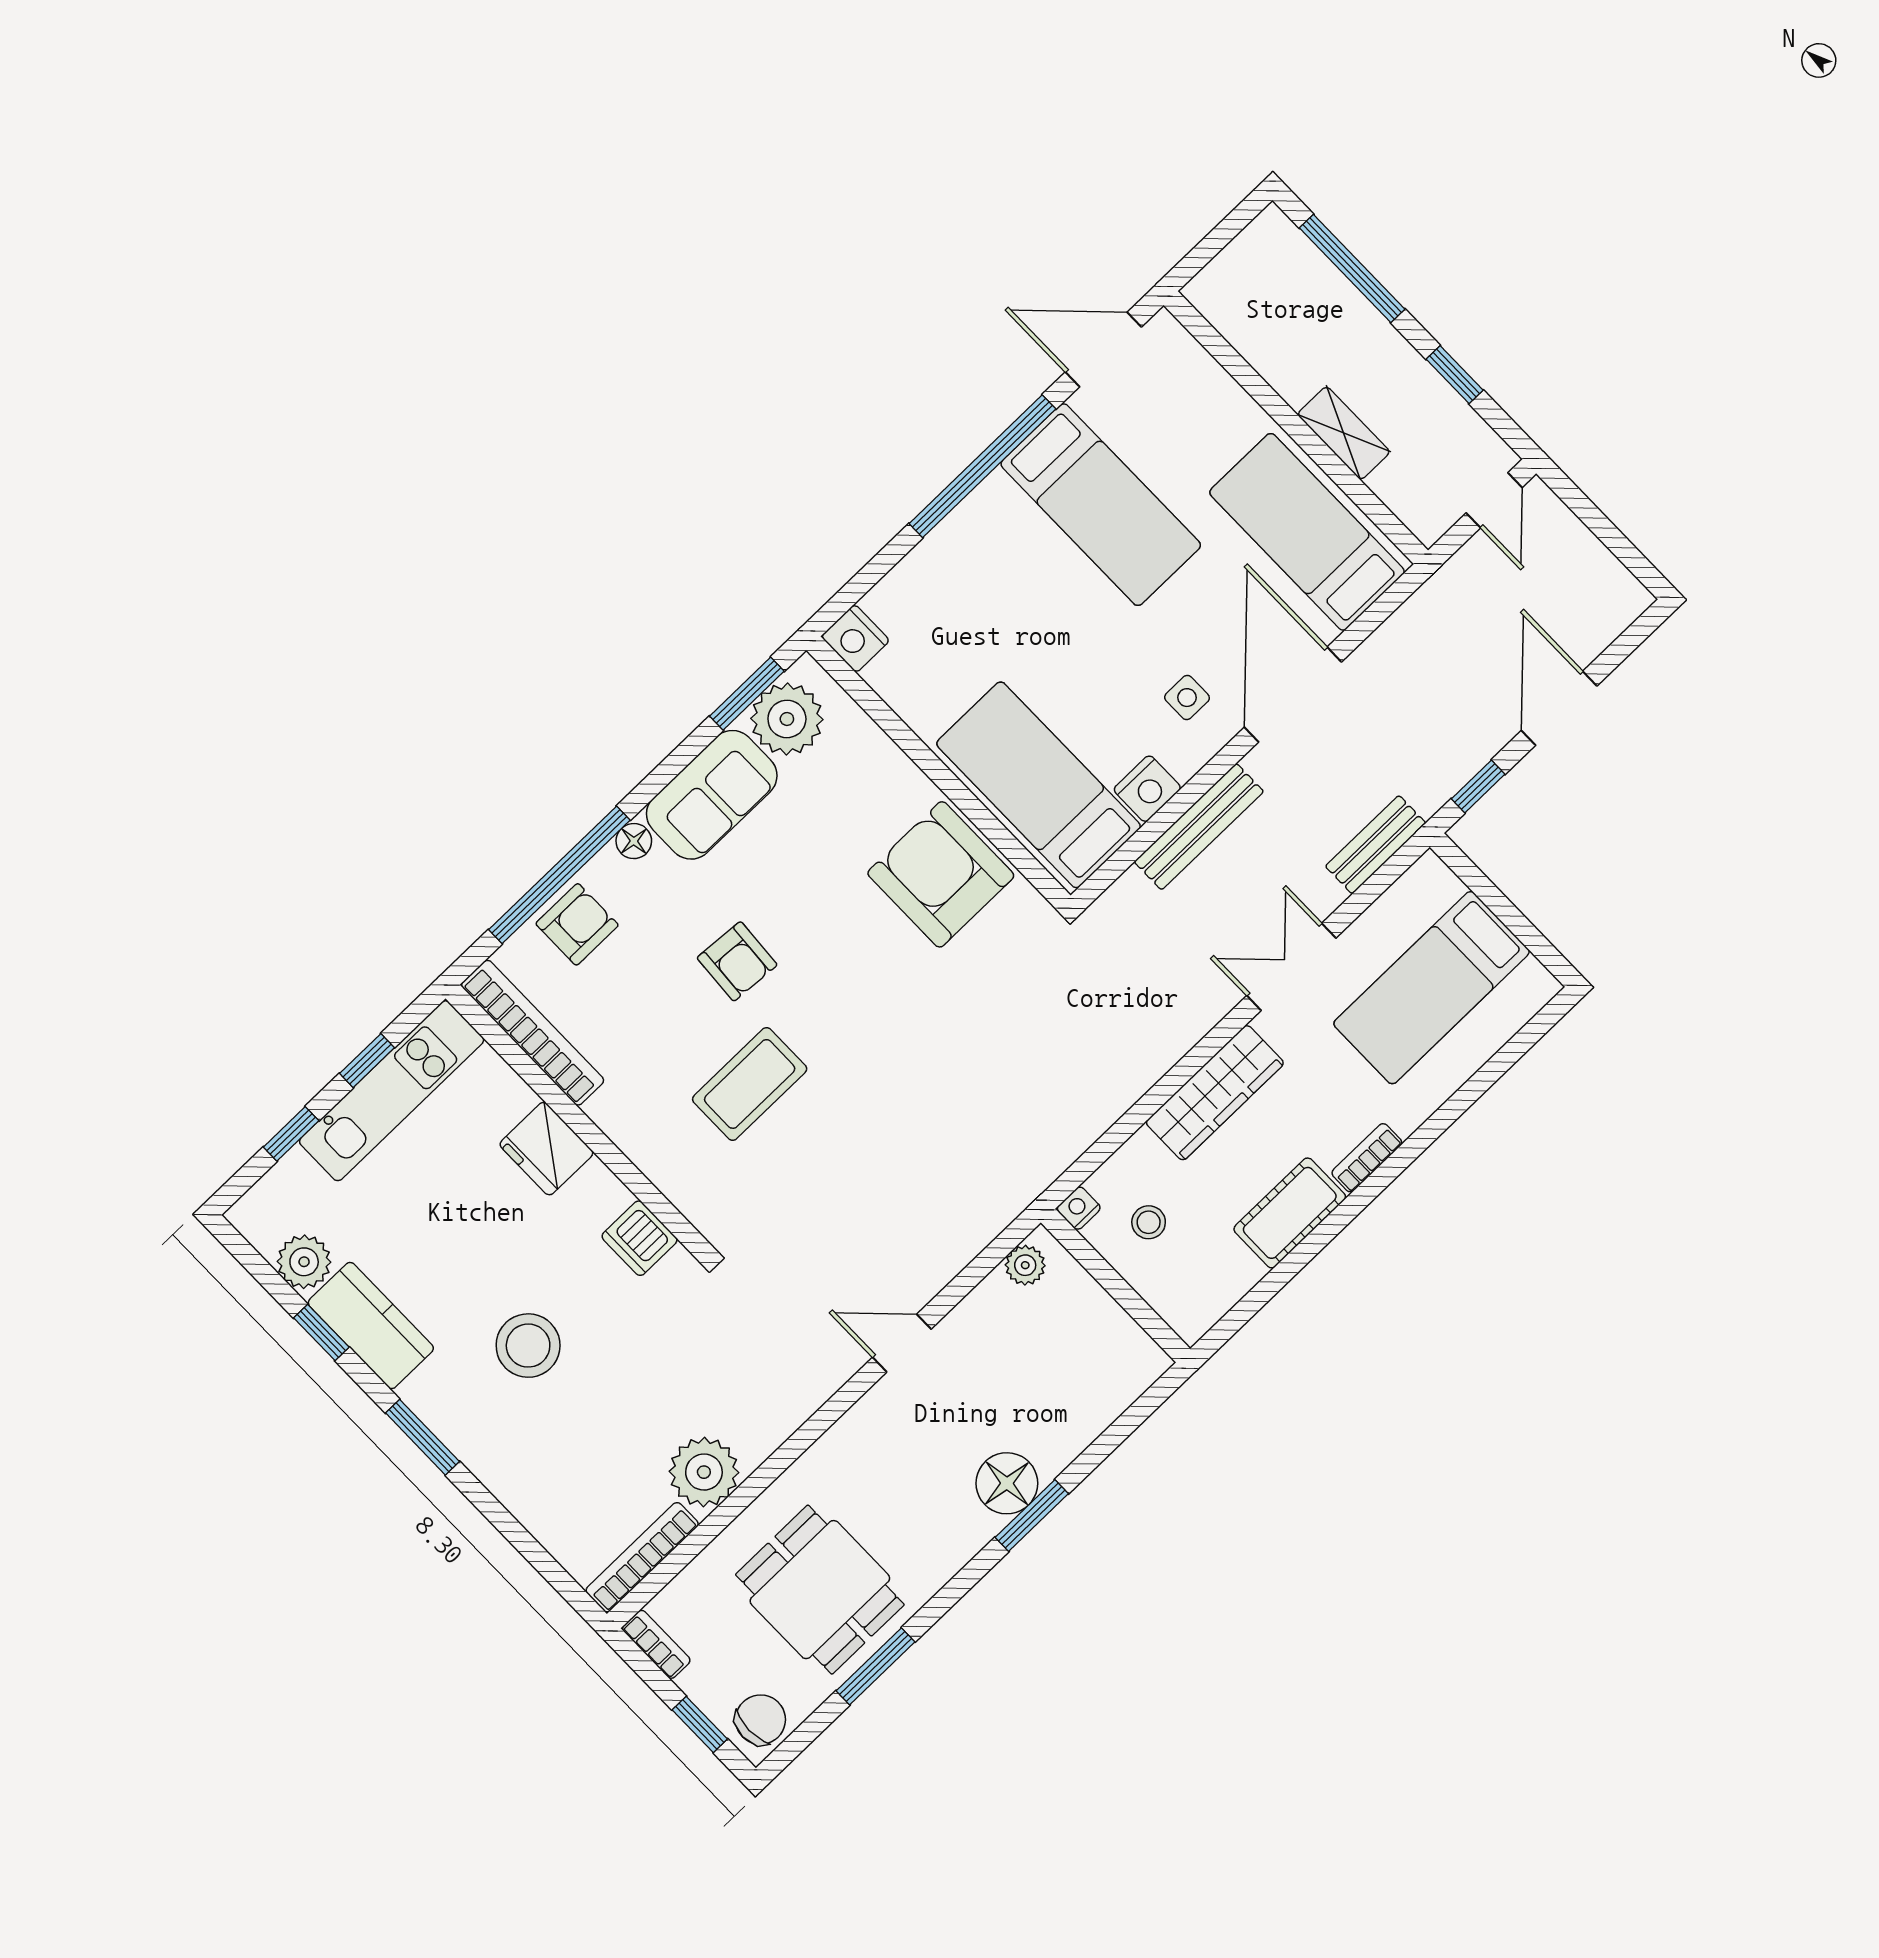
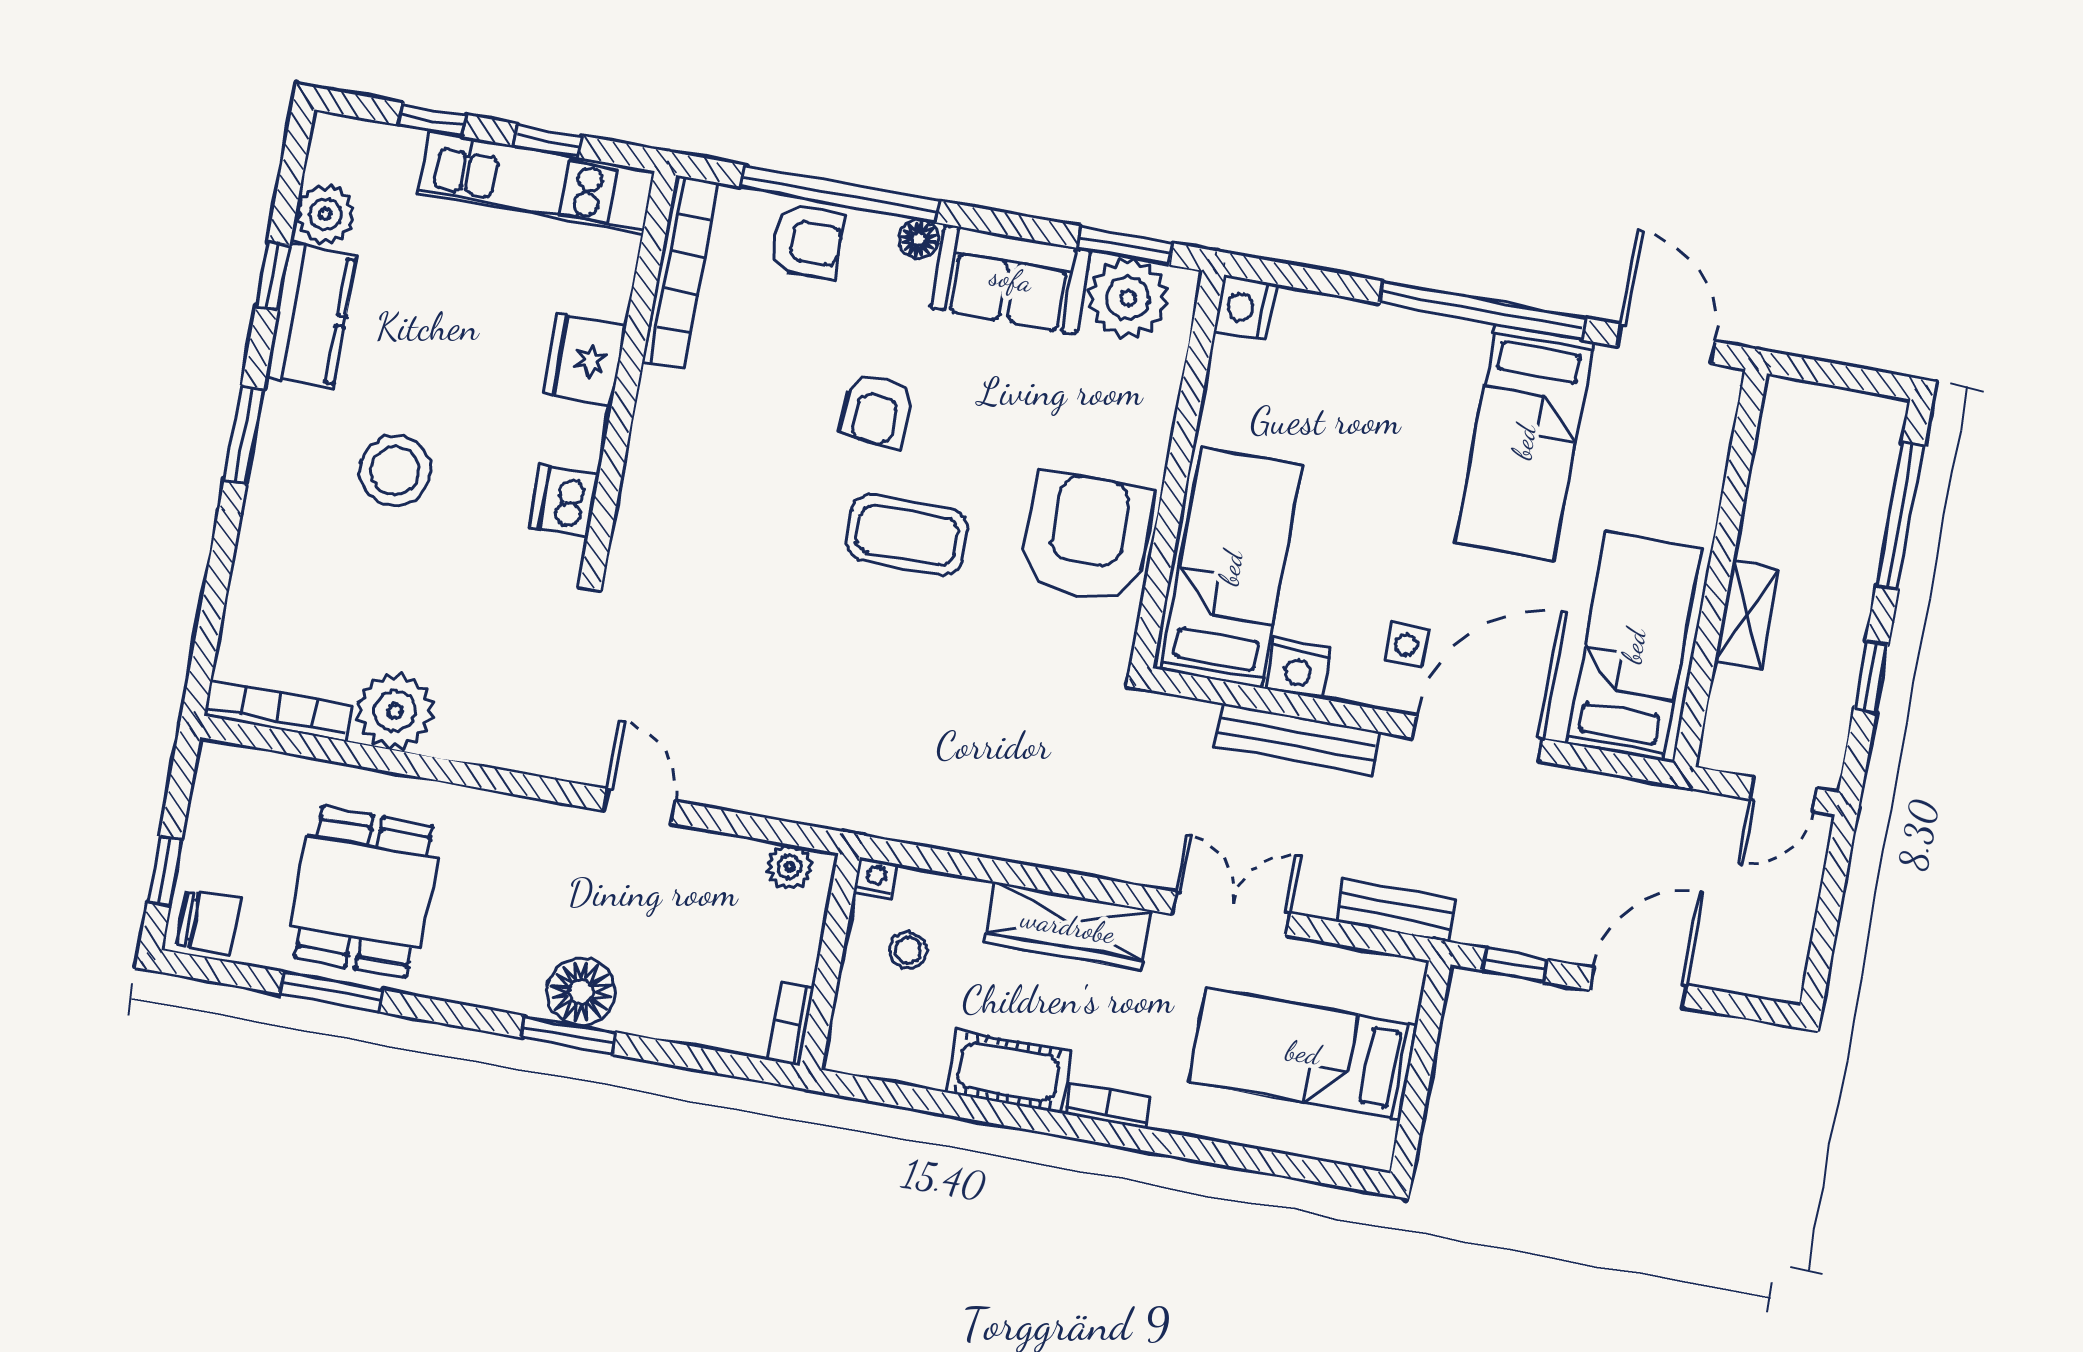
coffee table: (750, 1084) -> (907, 535), moved
bookcase: (656, 1644) -> (791, 1023), moved, turned 180

